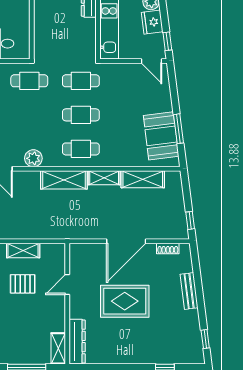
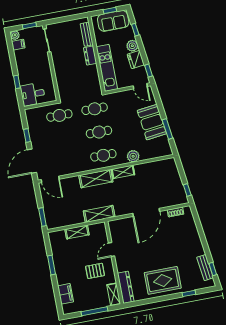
booth: (161, 136) -> (152, 122), moved
plant: (33, 158) -> (133, 156), moved
shelving: (143, 179) -> (99, 214), moved
pallet: (23, 284) -> (95, 271), moved
bench: (189, 291) -> (205, 268), moved
rug: (125, 301) -> (163, 280), moved

